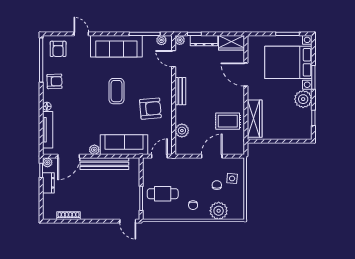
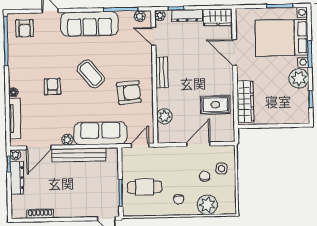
armchair: (55, 81) -> (52, 87), moved, turned -88
coffee table: (117, 91) -> (91, 74), turned -40
dresser: (48, 183) -> (17, 178), width x1.44

